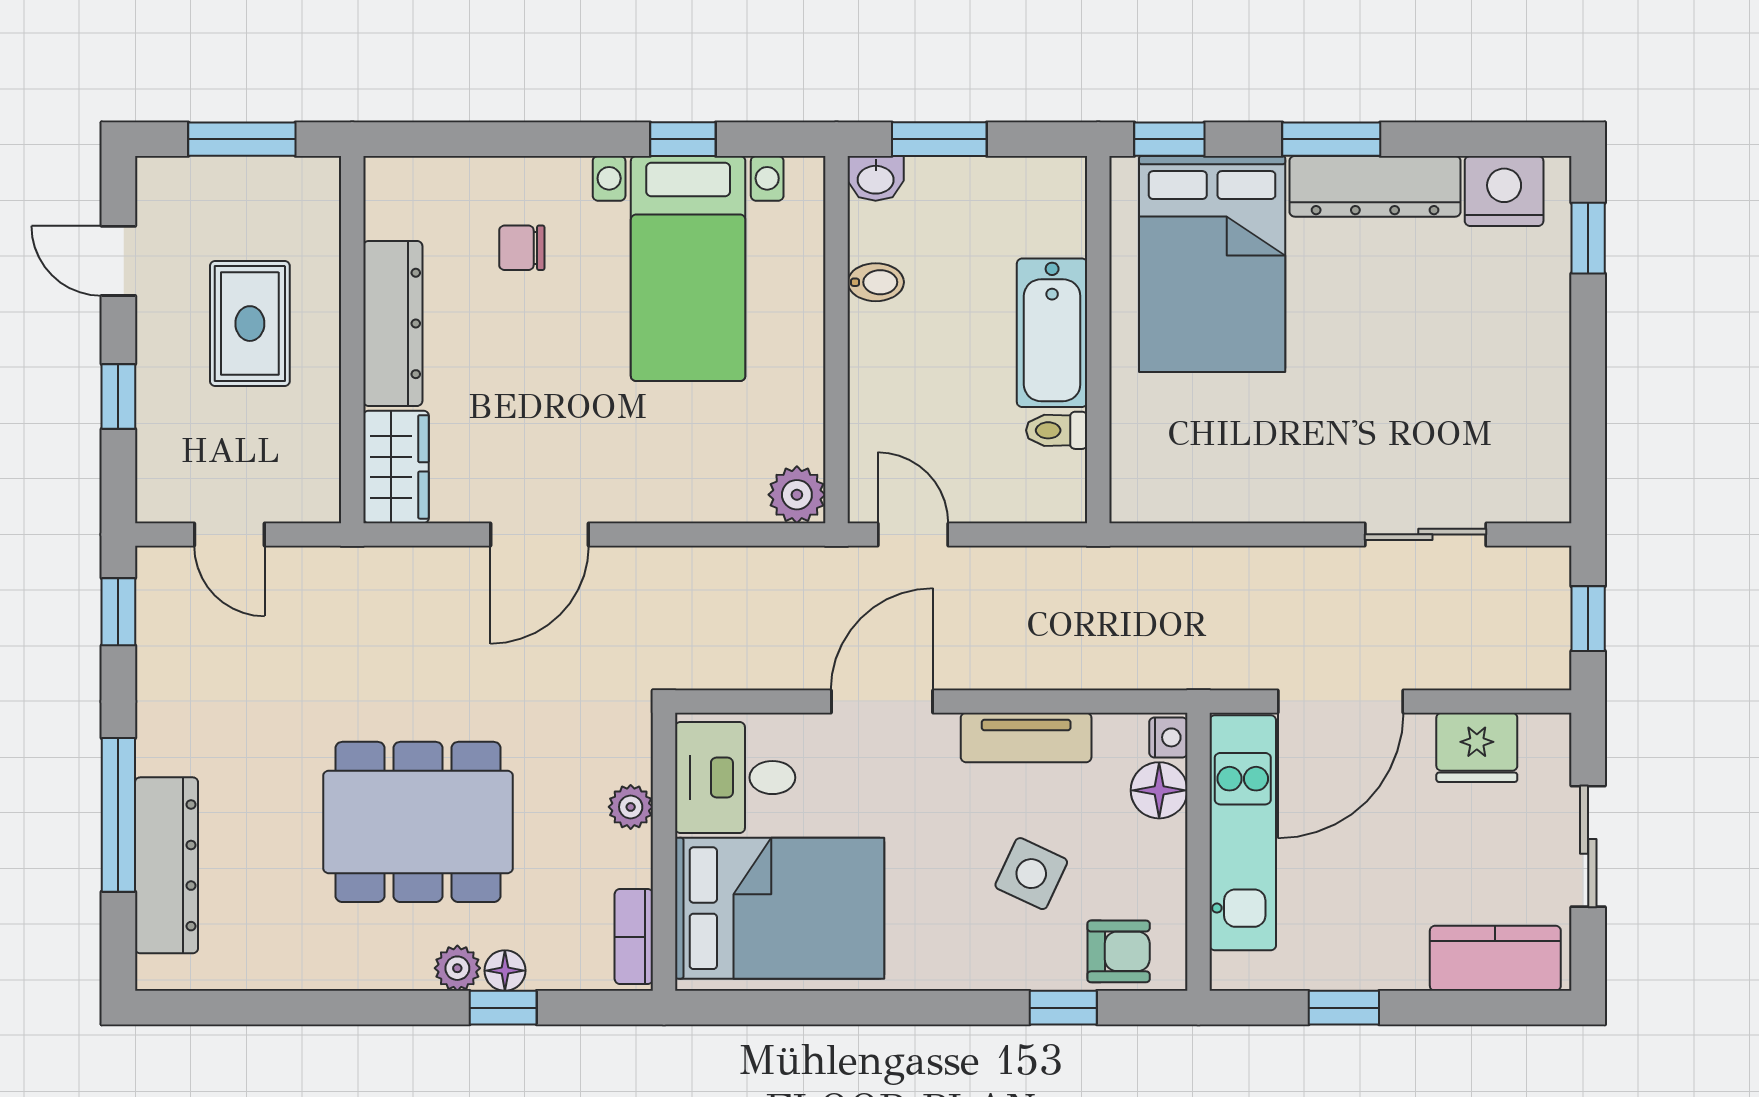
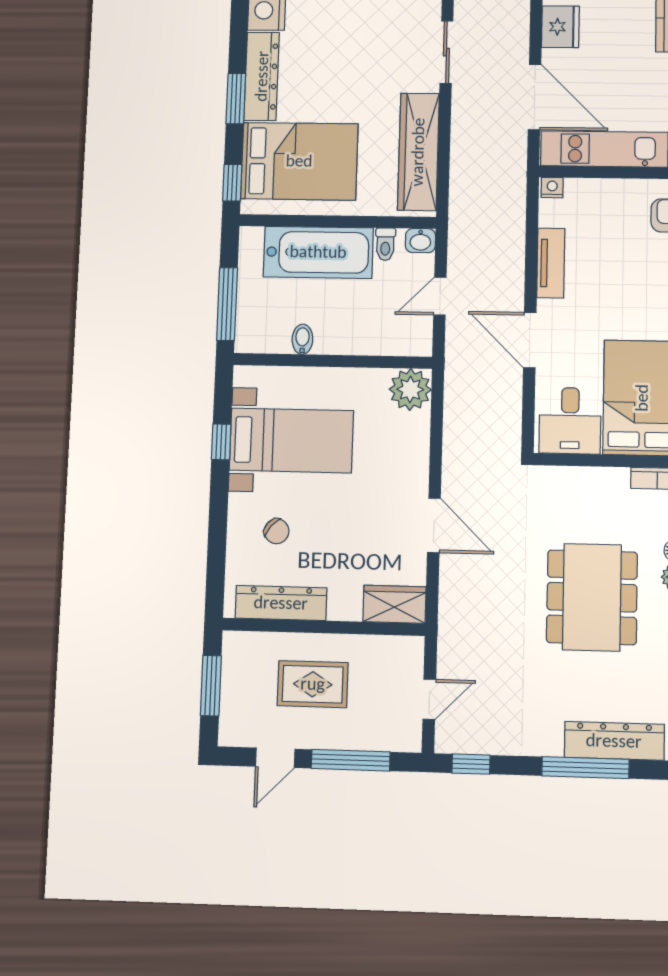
window: (939, 139) -> (227, 304), width x1.44
washbasin: (876, 178) -> (420, 241), moved, turned 90
chair: (522, 248) -> (277, 531), turned -50
dresser: (393, 323) -> (281, 603), moved
bathtub: (1052, 333) -> (318, 252), width x1.36, depth x1.36
window: (118, 396) -> (351, 760), width x2.17
wardrobe: (1233, 487) -> (418, 152), added
plant: (797, 495) -> (410, 389), width x1.36, depth x1.36
door: (913, 534) -> (440, 296), moved
floor lamp: (1159, 790) -> (581, 193), removed
plant: (631, 807) -> (585, 478), removed
side table: (1031, 874) -> (625, 261), removed

